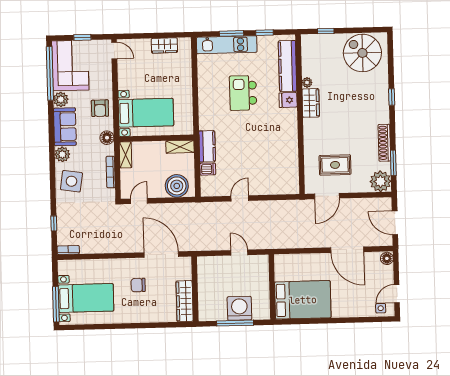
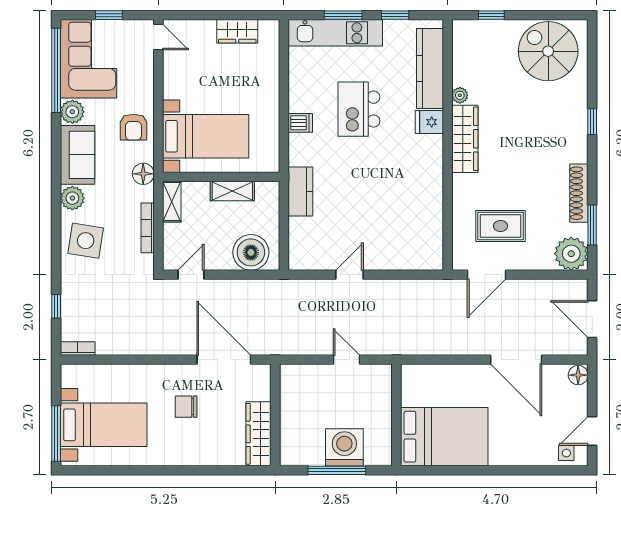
wardrobe: (311, 103) -> (465, 139), width x1.50
shelving: (180, 147) -> (232, 191), moved
dishwasher: (208, 169) -> (300, 123), moved

